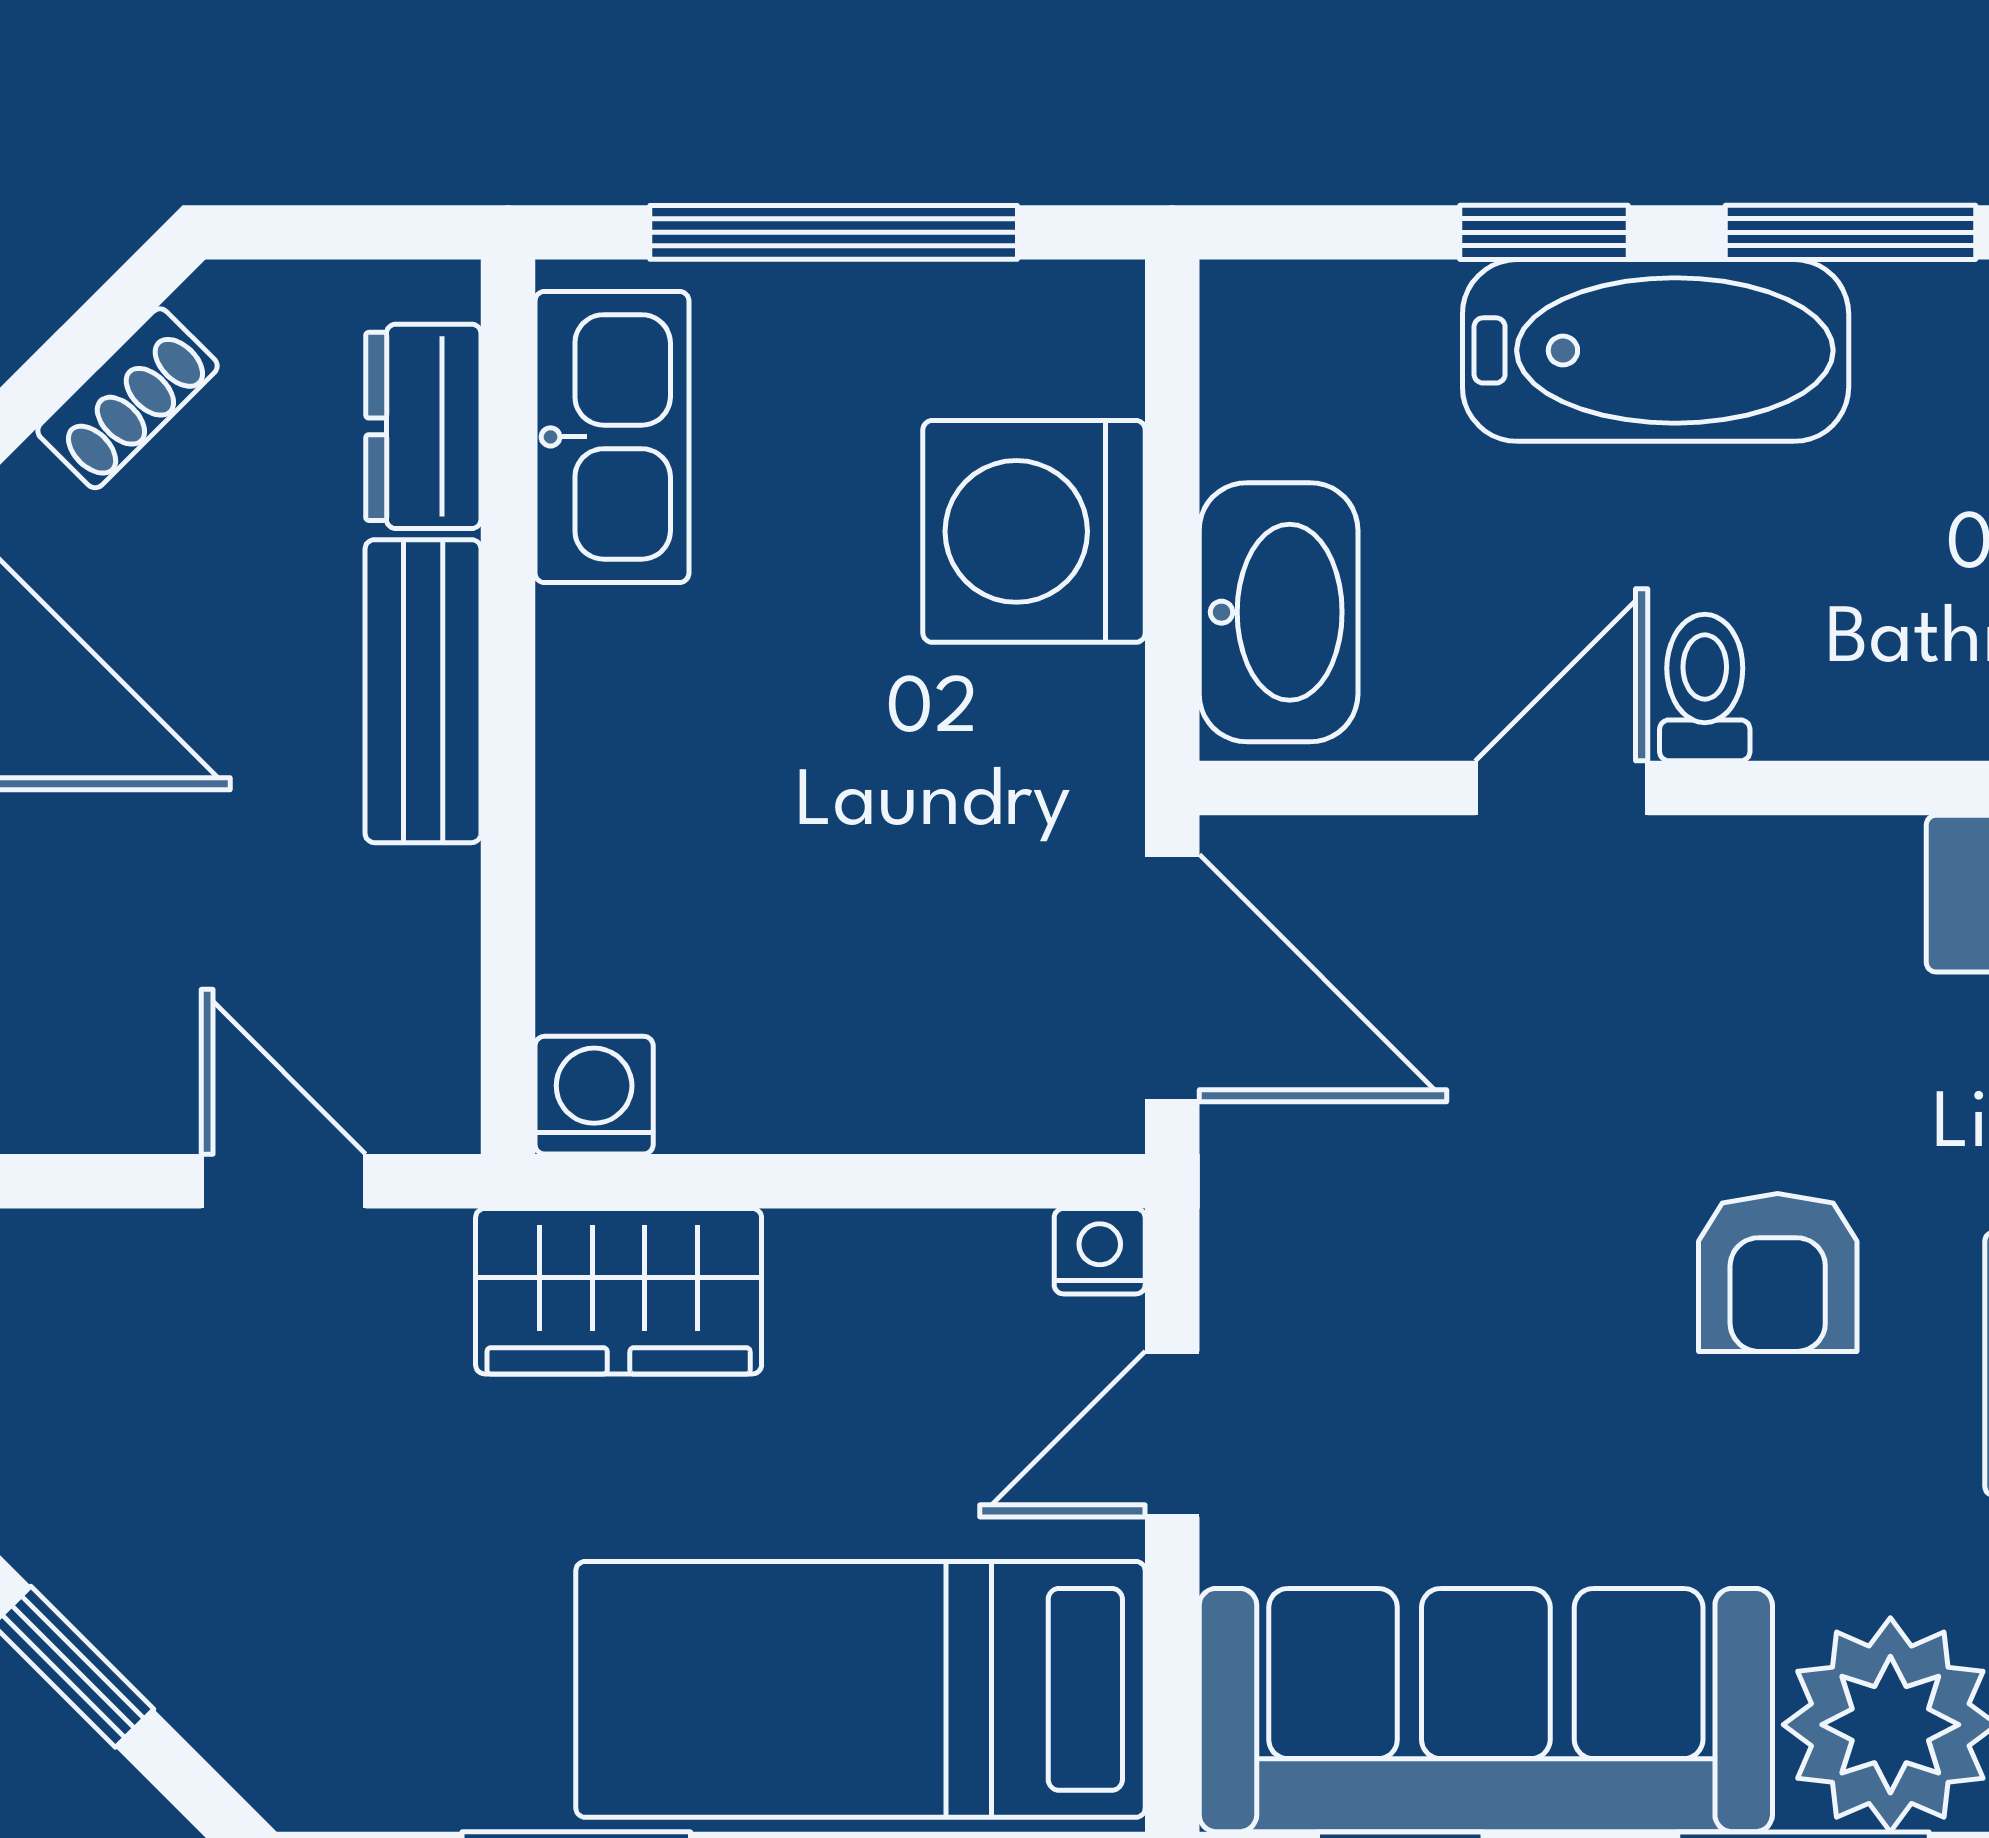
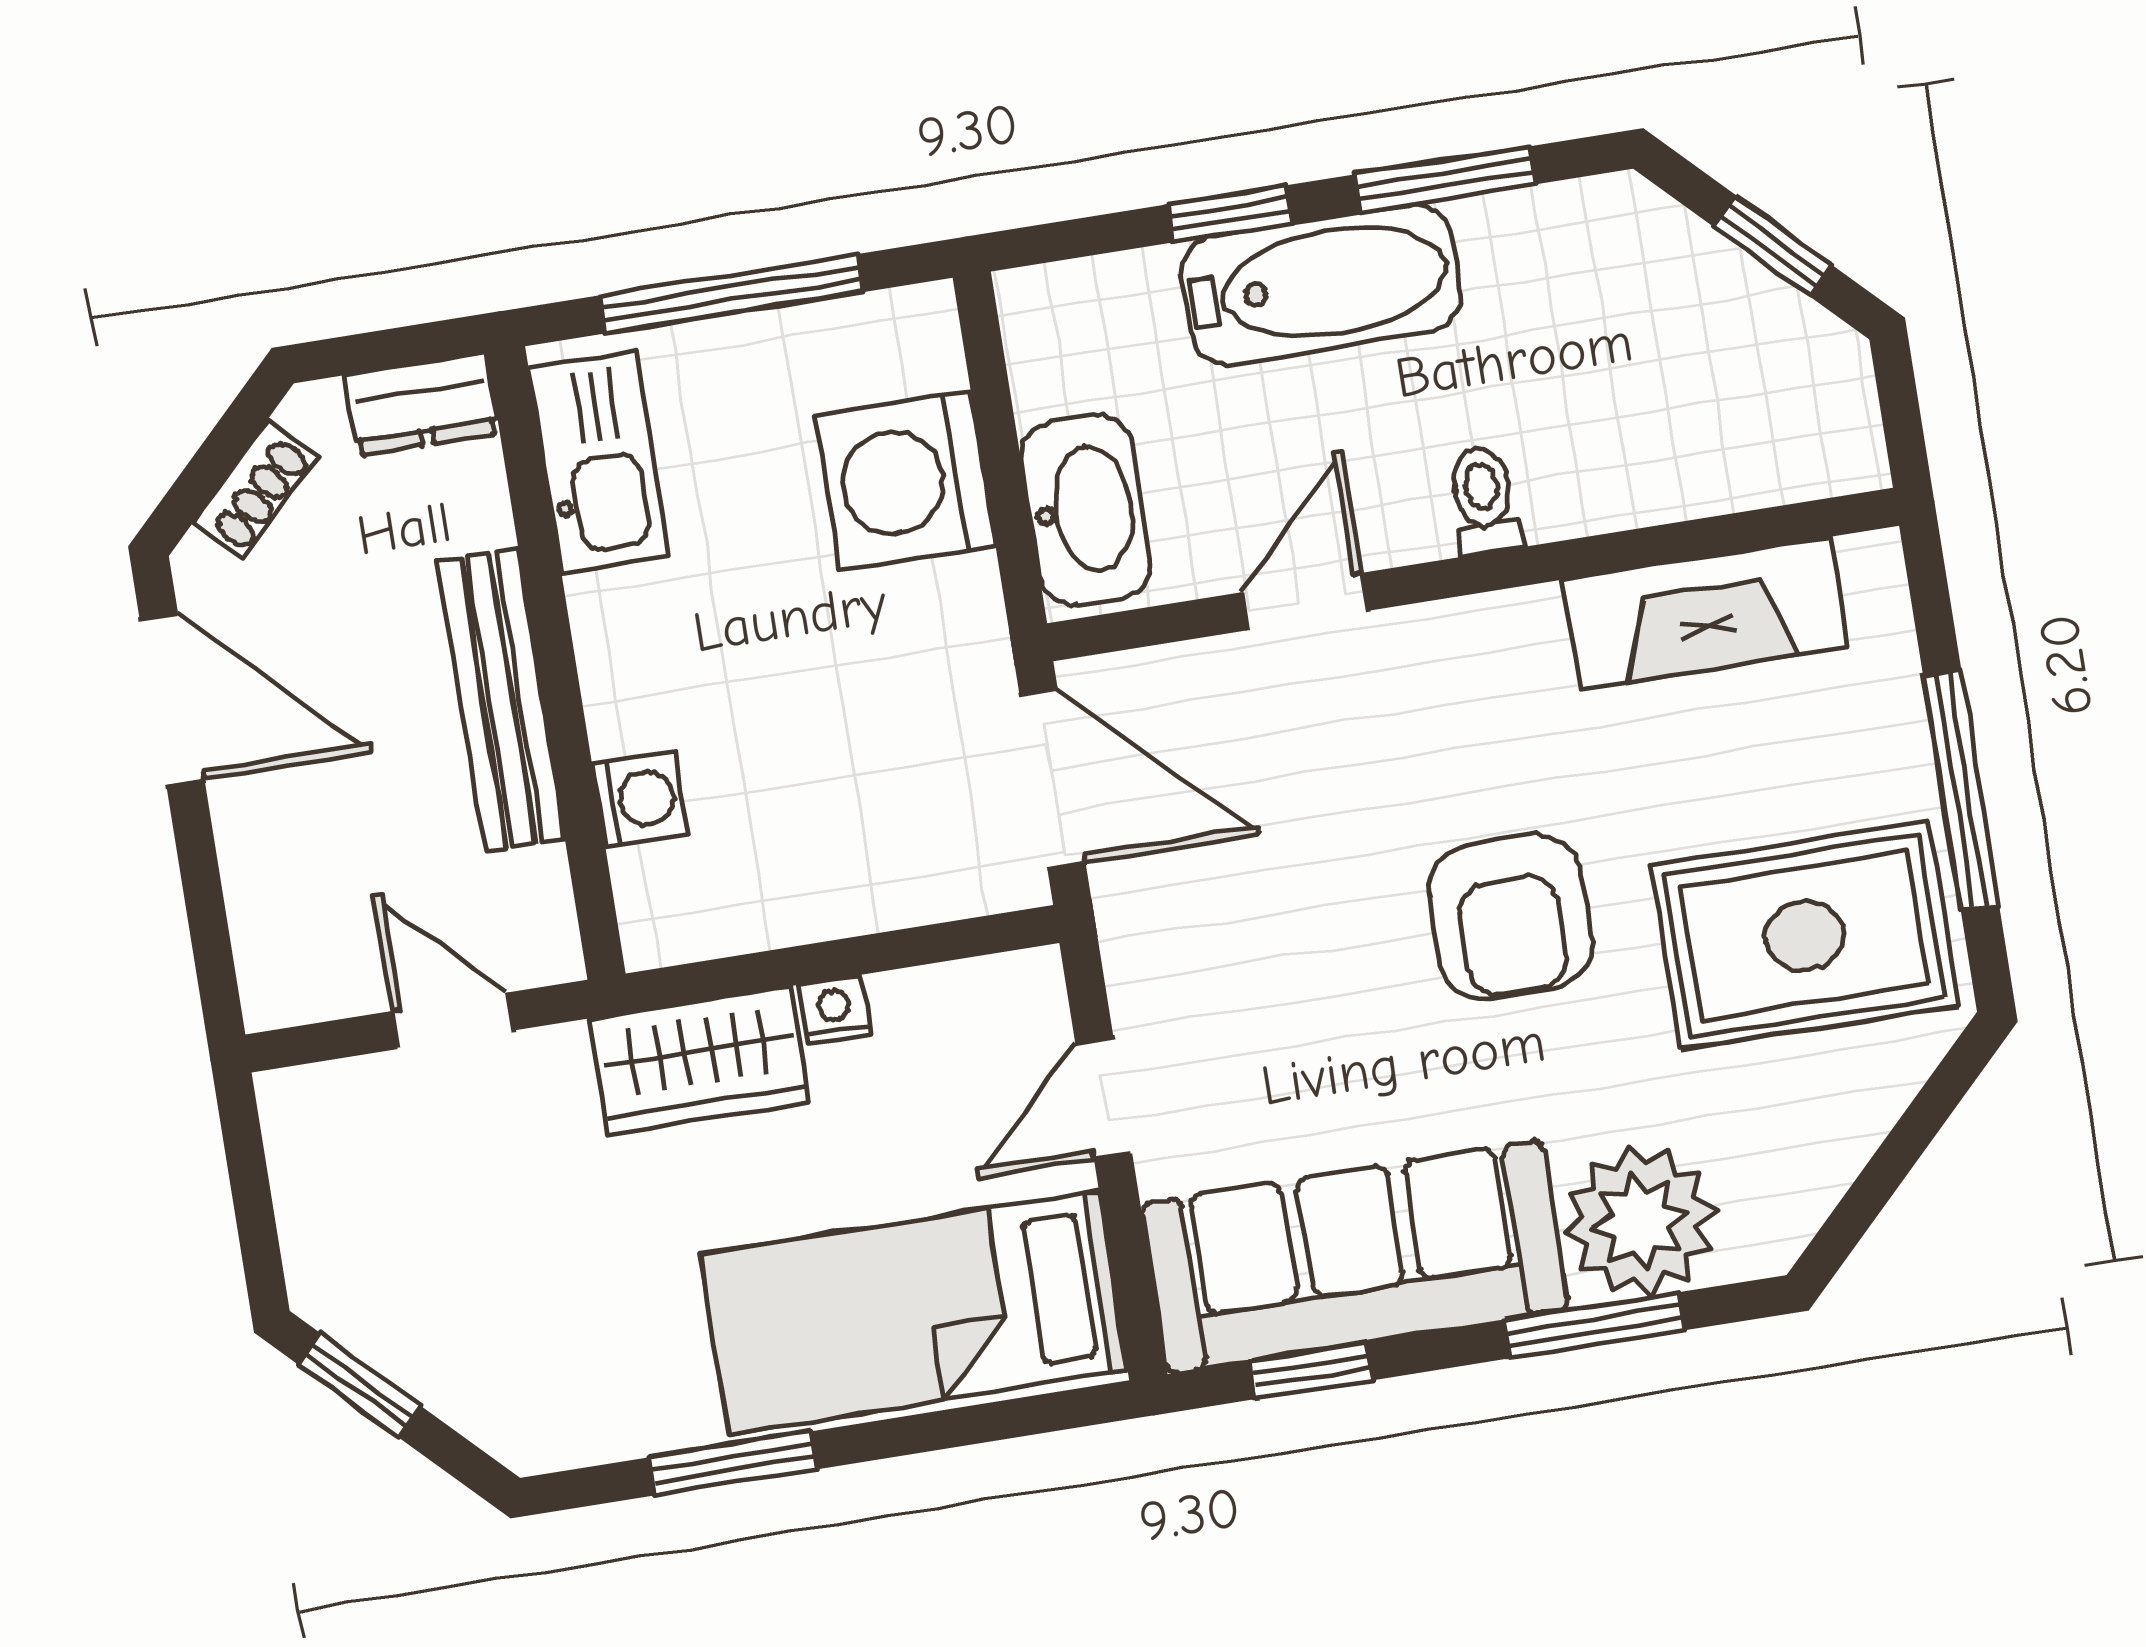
dresser: (423, 426) -> (422, 404), moved, turned -90
toilet: (1705, 688) -> (1483, 501), moved
bench: (423, 691) -> (501, 700), width x1.36
washing machine: (594, 1095) -> (640, 799), moved, turned 90
nightstand: (1100, 1251) -> (835, 1010), moved
armchair: (1778, 1272) -> (1510, 917), width x1.38, depth x1.38

